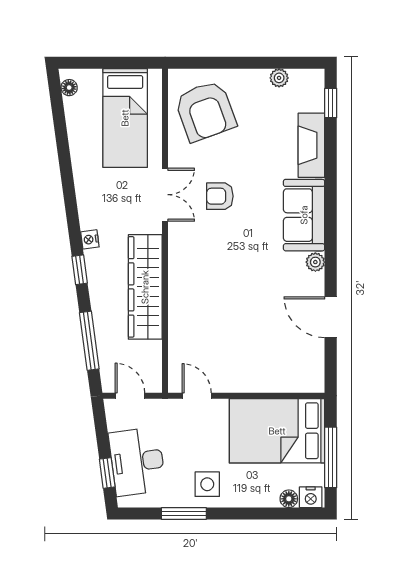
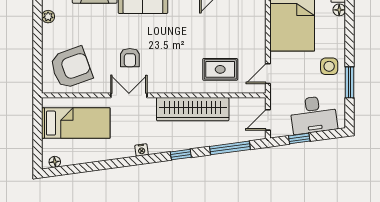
nightstand: (90, 239) -> (142, 150), moved
rug: (203, 327) -> (220, 69), added
window: (107, 473) -> (299, 139), moved

